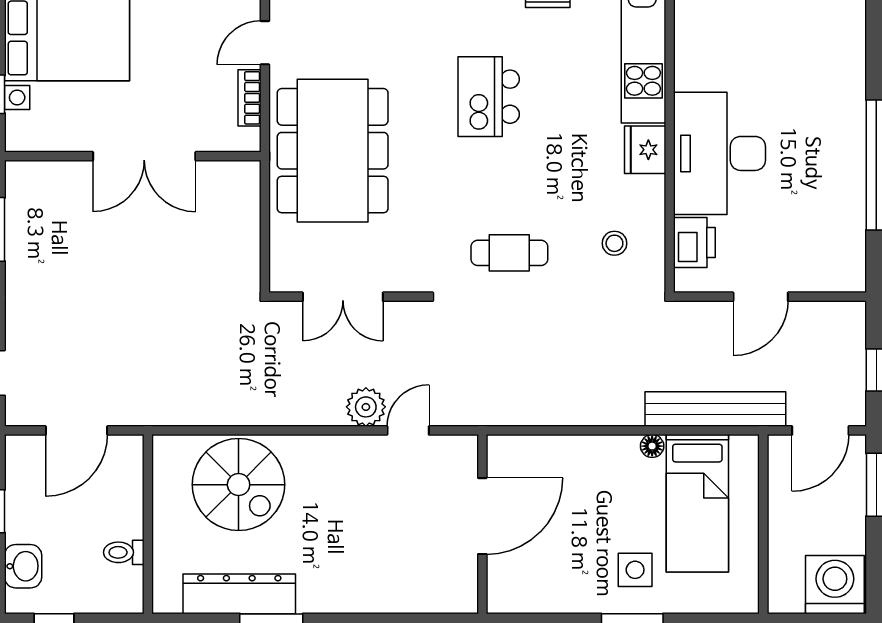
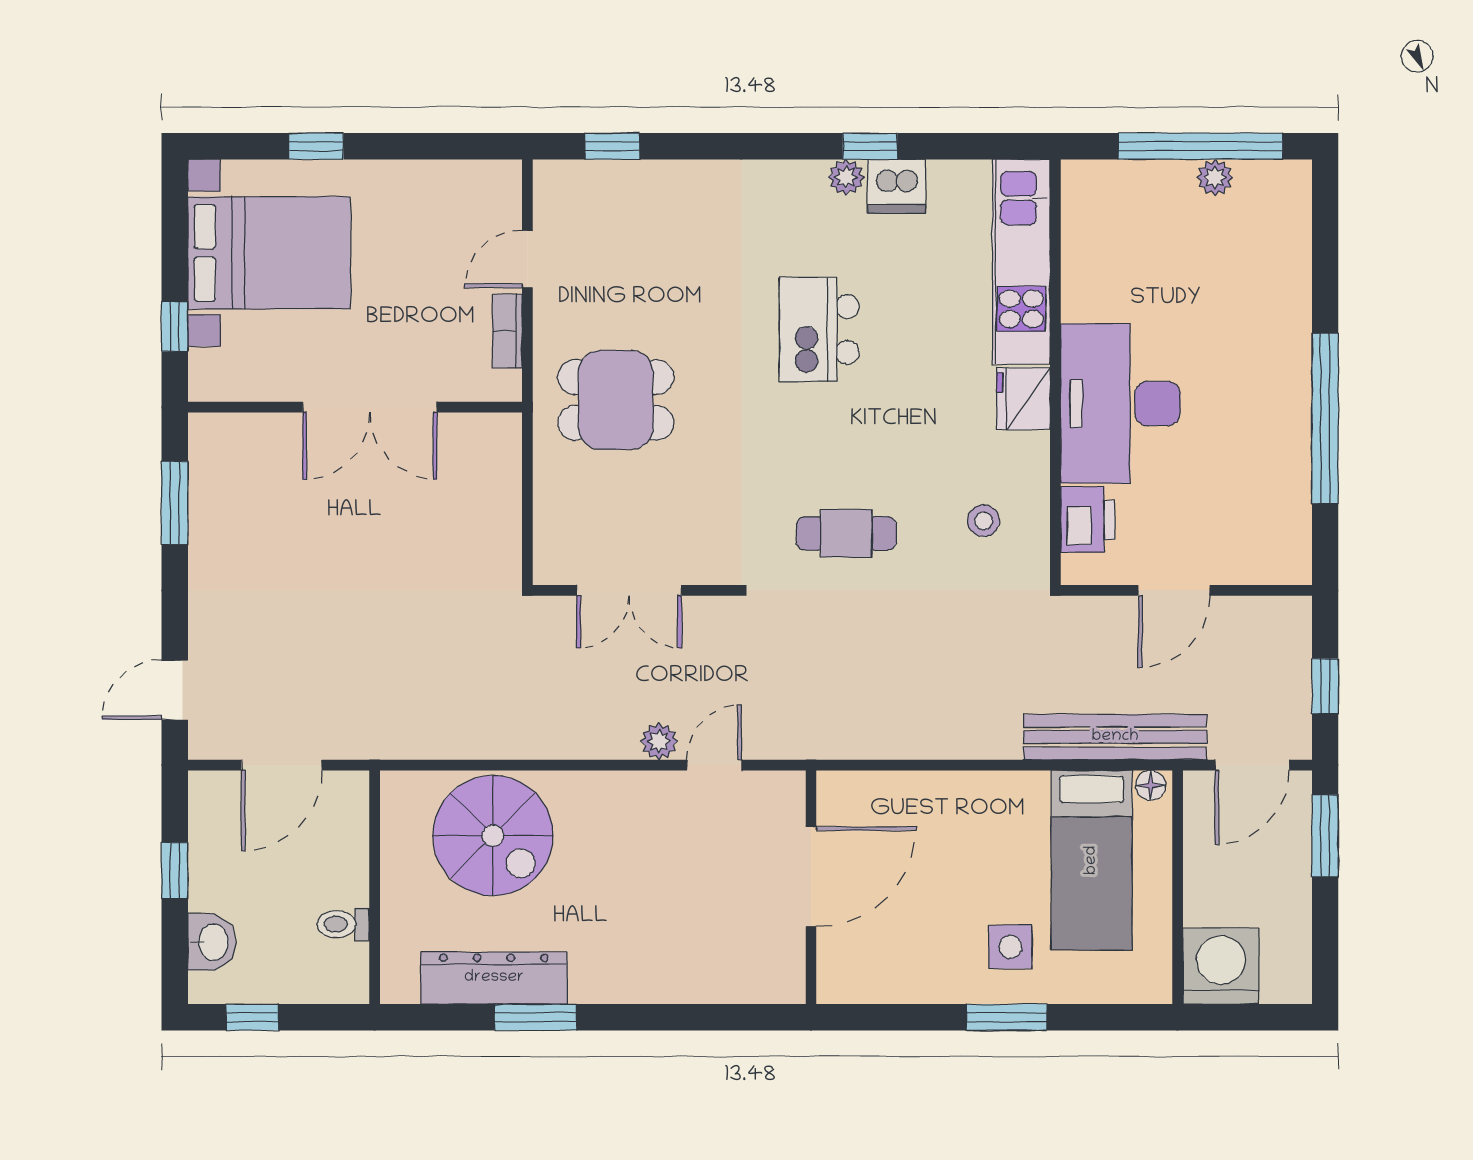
dining table: (333, 151) -> (616, 400), width x0.53, depth x0.80
plant: (366, 407) -> (659, 741), width x0.73, depth x0.73
floor lamp: (652, 446) -> (1151, 785), moved
washing machine: (835, 585) -> (1221, 966), moved

